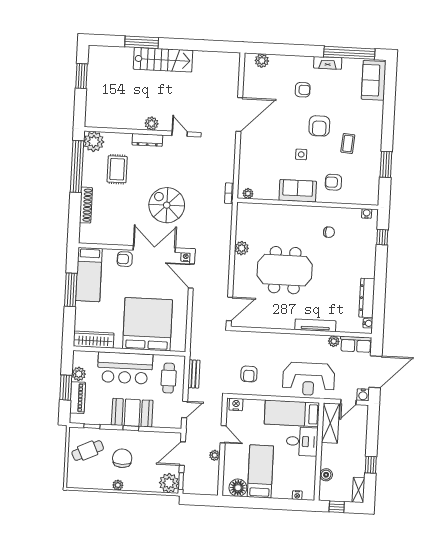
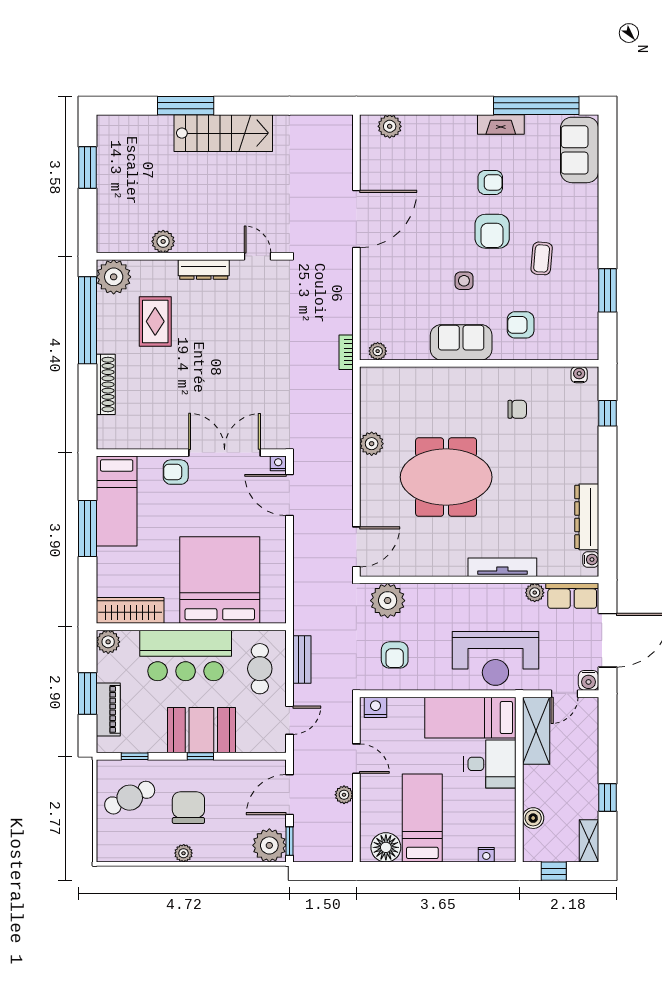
armchair: (303, 90) -> (490, 182), moved
plant: (152, 123) -> (163, 241), moved
spiral stairs: (167, 205) -> (242, 378), removed
plant: (246, 342) -> (388, 601), added
plant: (79, 374) -> (108, 642), moved

